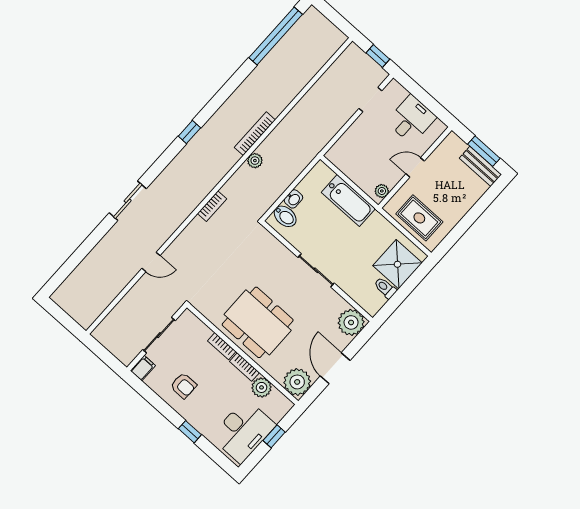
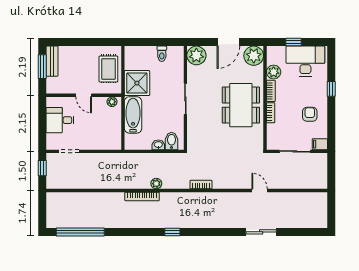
sliding door: (128, 201) -> (261, 232), moved
shower: (397, 264) -> (137, 83), moved

